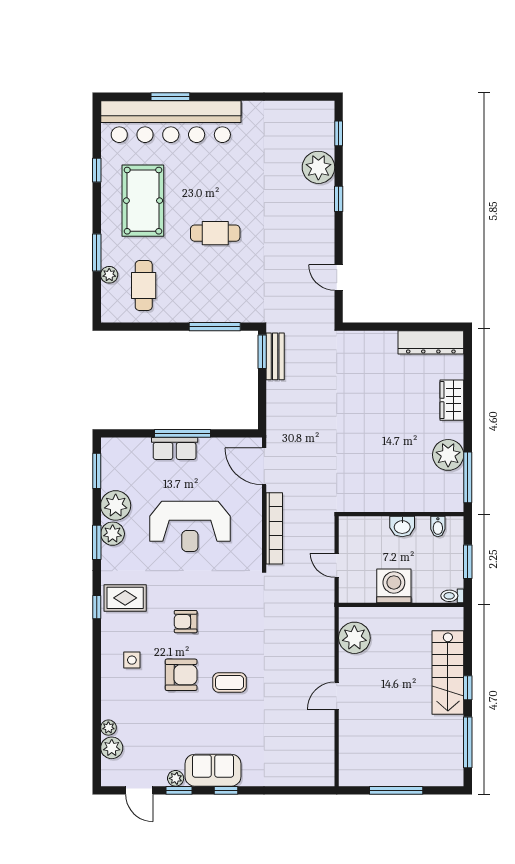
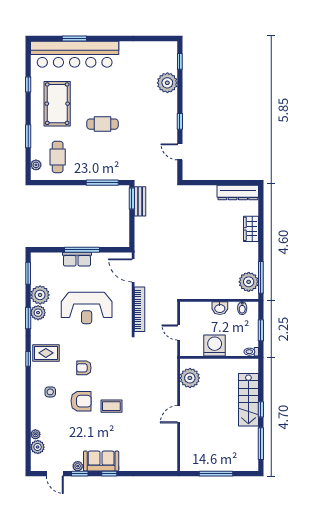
window: (339, 199) -> (180, 121), moved
plant: (109, 275) -> (36, 165), moved
plant: (448, 455) -> (249, 282), moved

